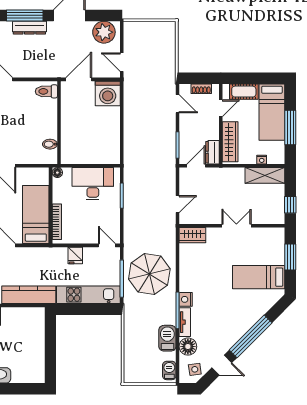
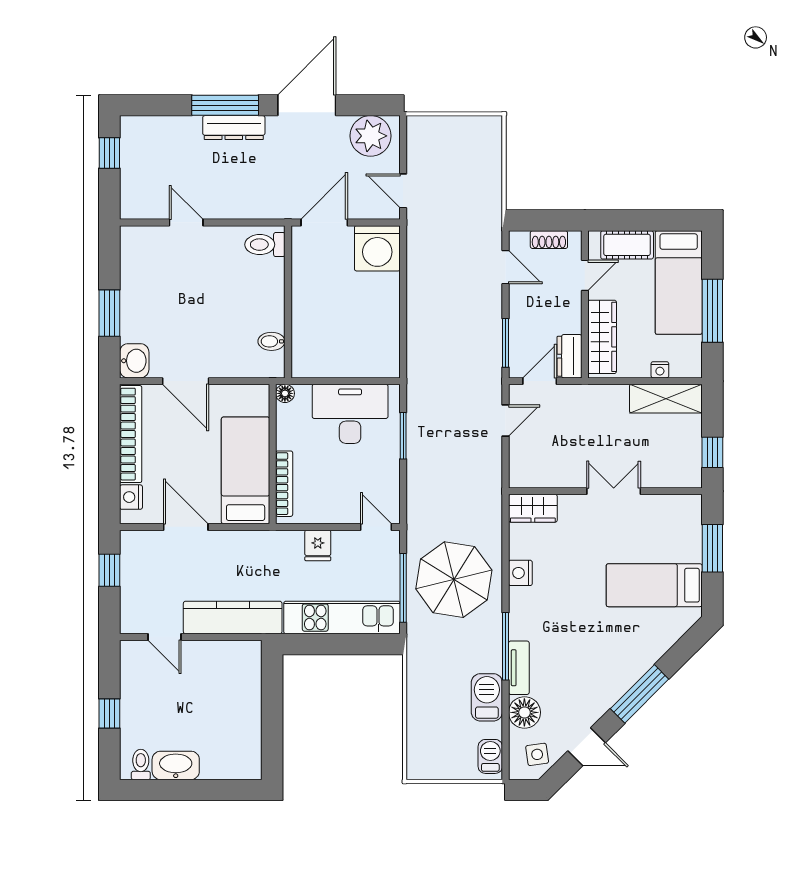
door: (178, 204) -> (506, 420), moved
nightstand: (186, 299) -> (520, 573), moved
window: (251, 336) -> (640, 694), width x0.68

